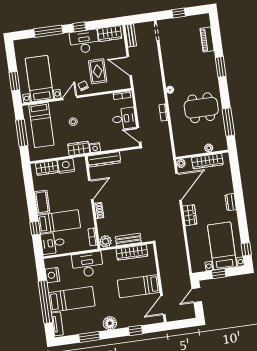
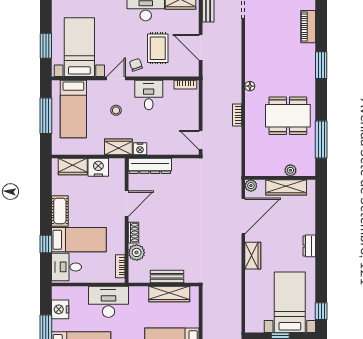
desk: (124, 119) -> (149, 95), moved, turned -90
plant: (106, 241) -> (137, 252), moved

